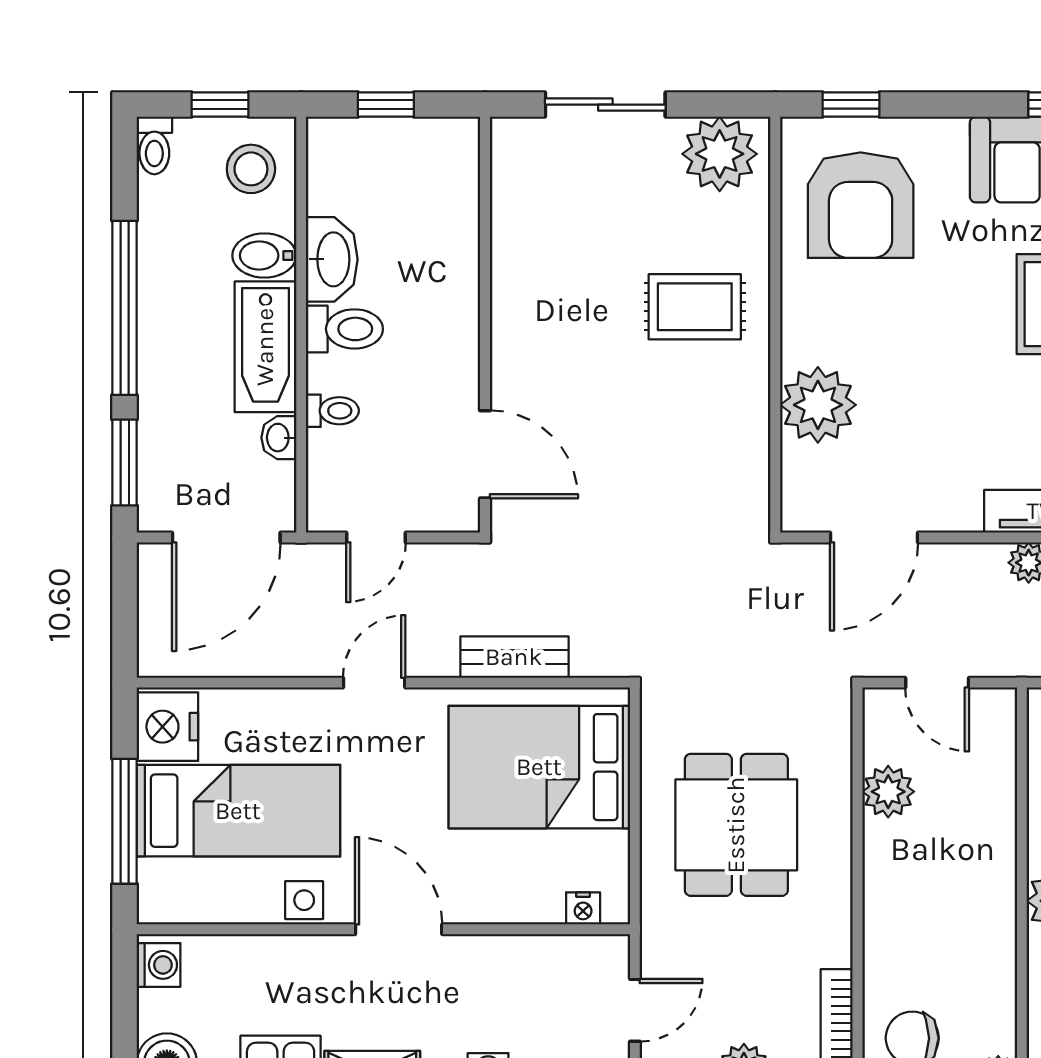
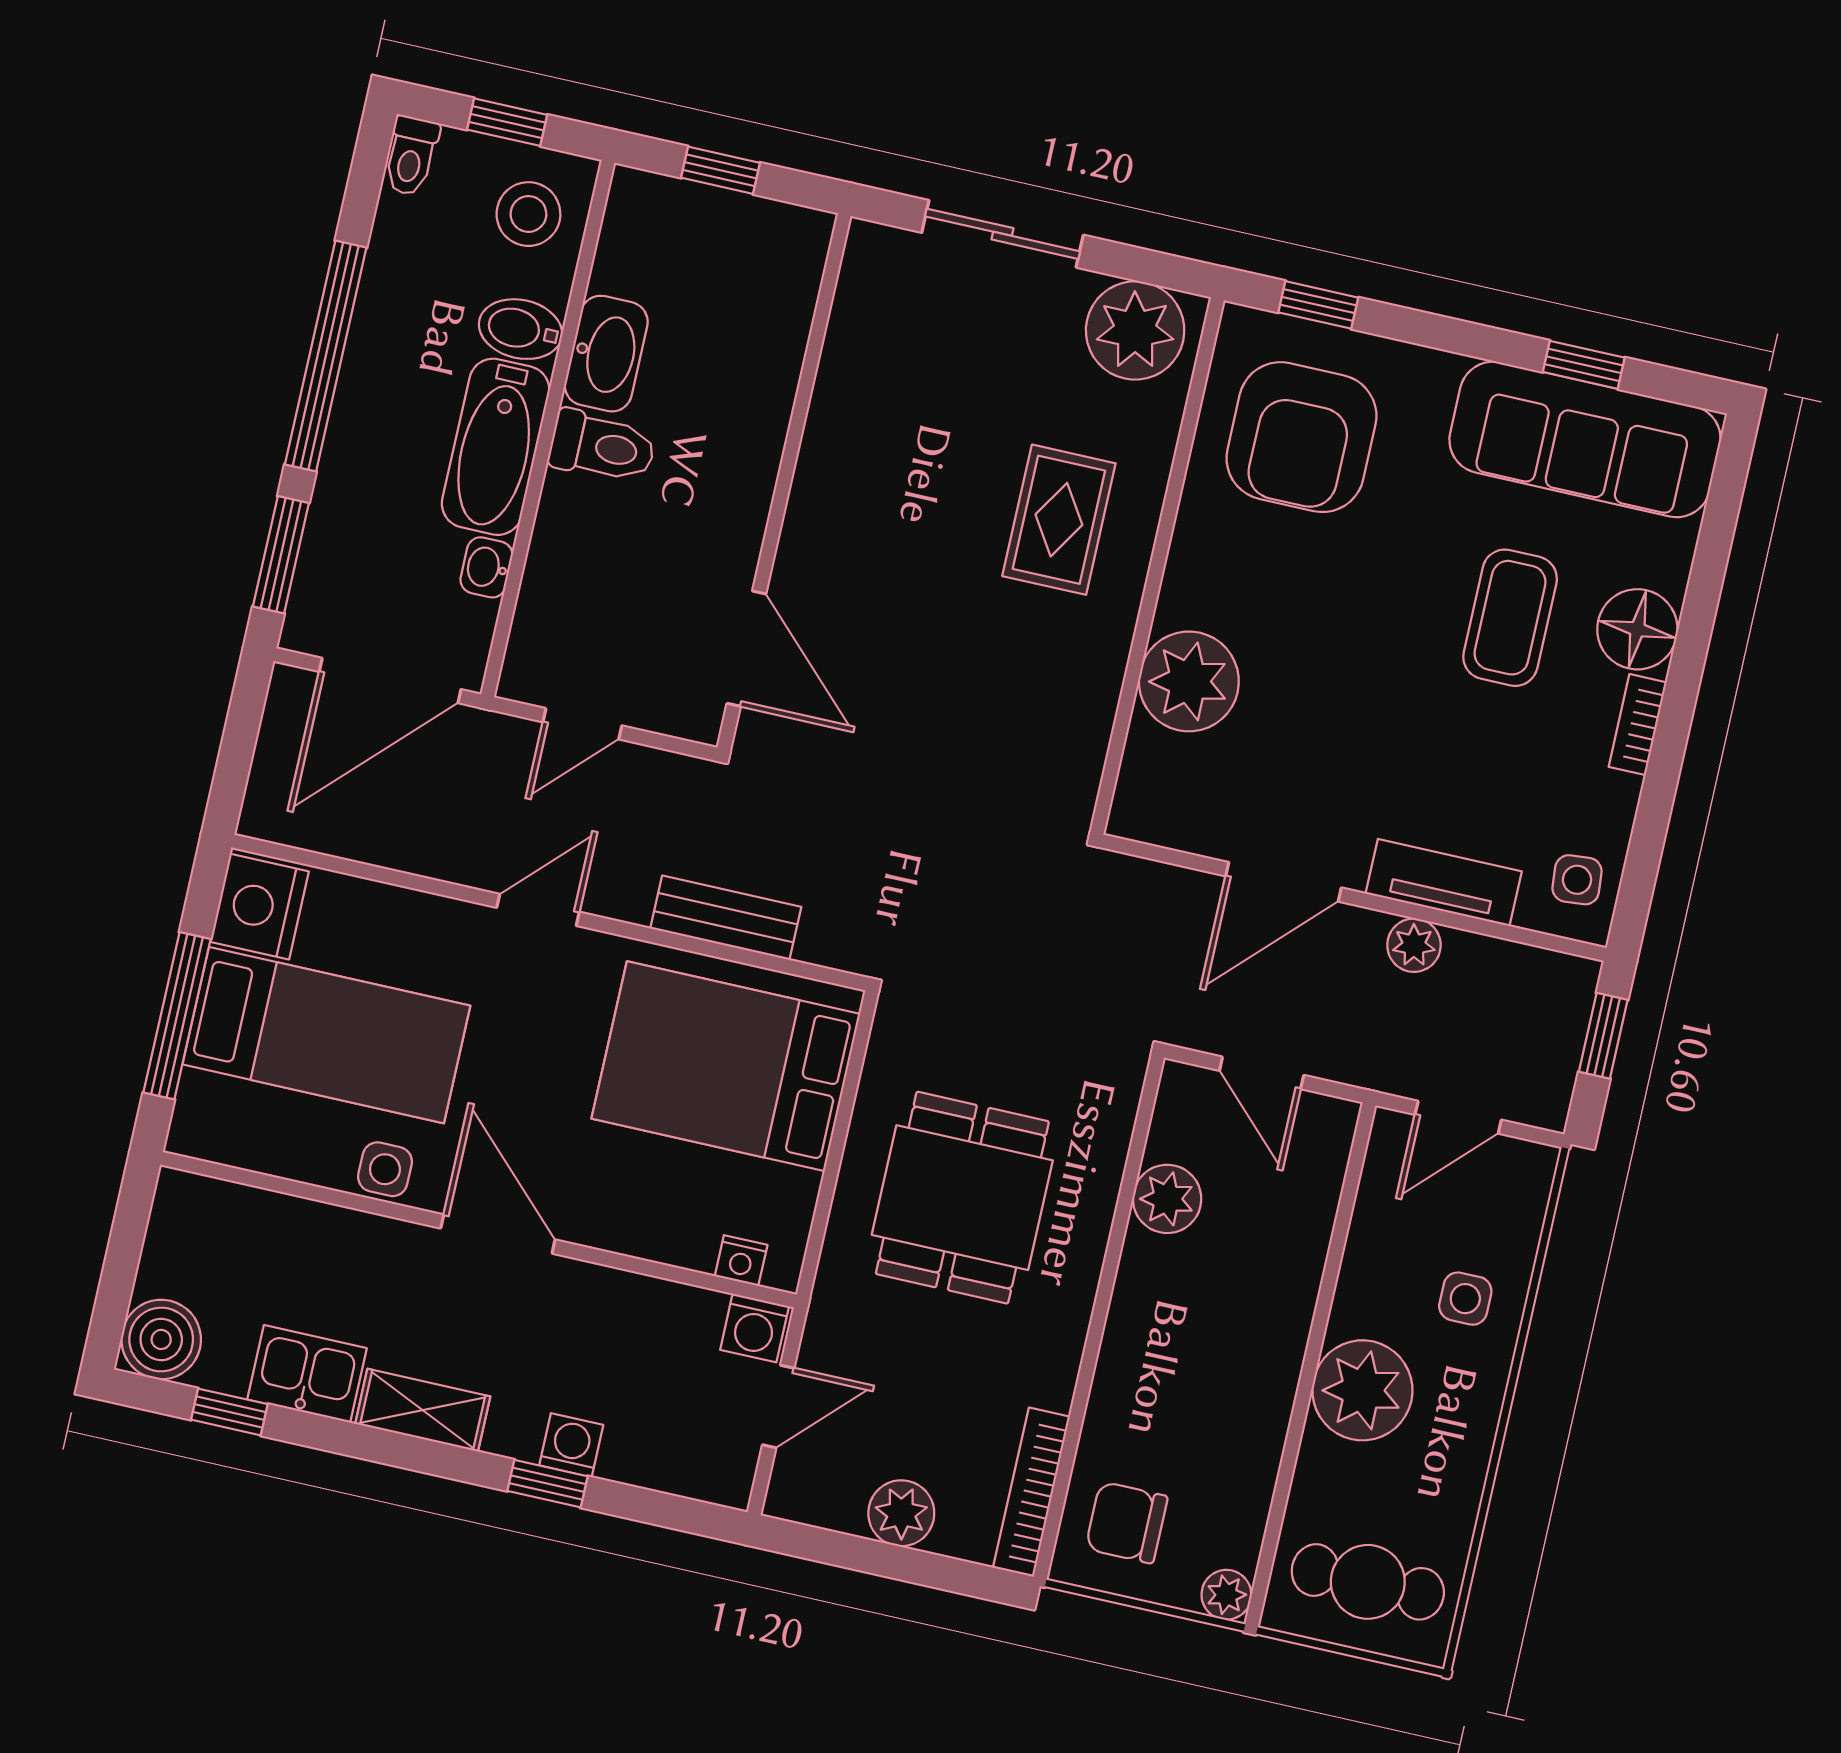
rug: (695, 307) -> (1059, 520), turned 90
toilet: (332, 411) -> (563, 548), removed
door: (874, 537) -> (1283, 882), moved
washing machine: (159, 965) -> (755, 1328), moved, turned 90

